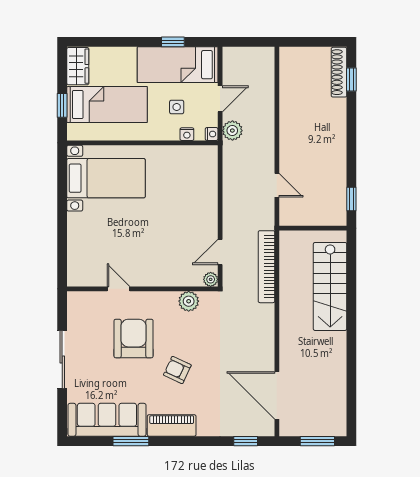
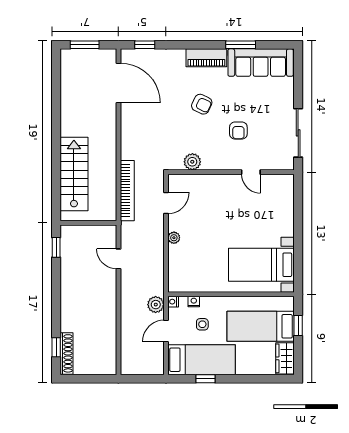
plant: (211, 279) -> (174, 238), moved
armchair: (134, 339) -> (238, 131), width x0.53, depth x0.53
sliding door: (62, 359) -> (298, 133), moved

